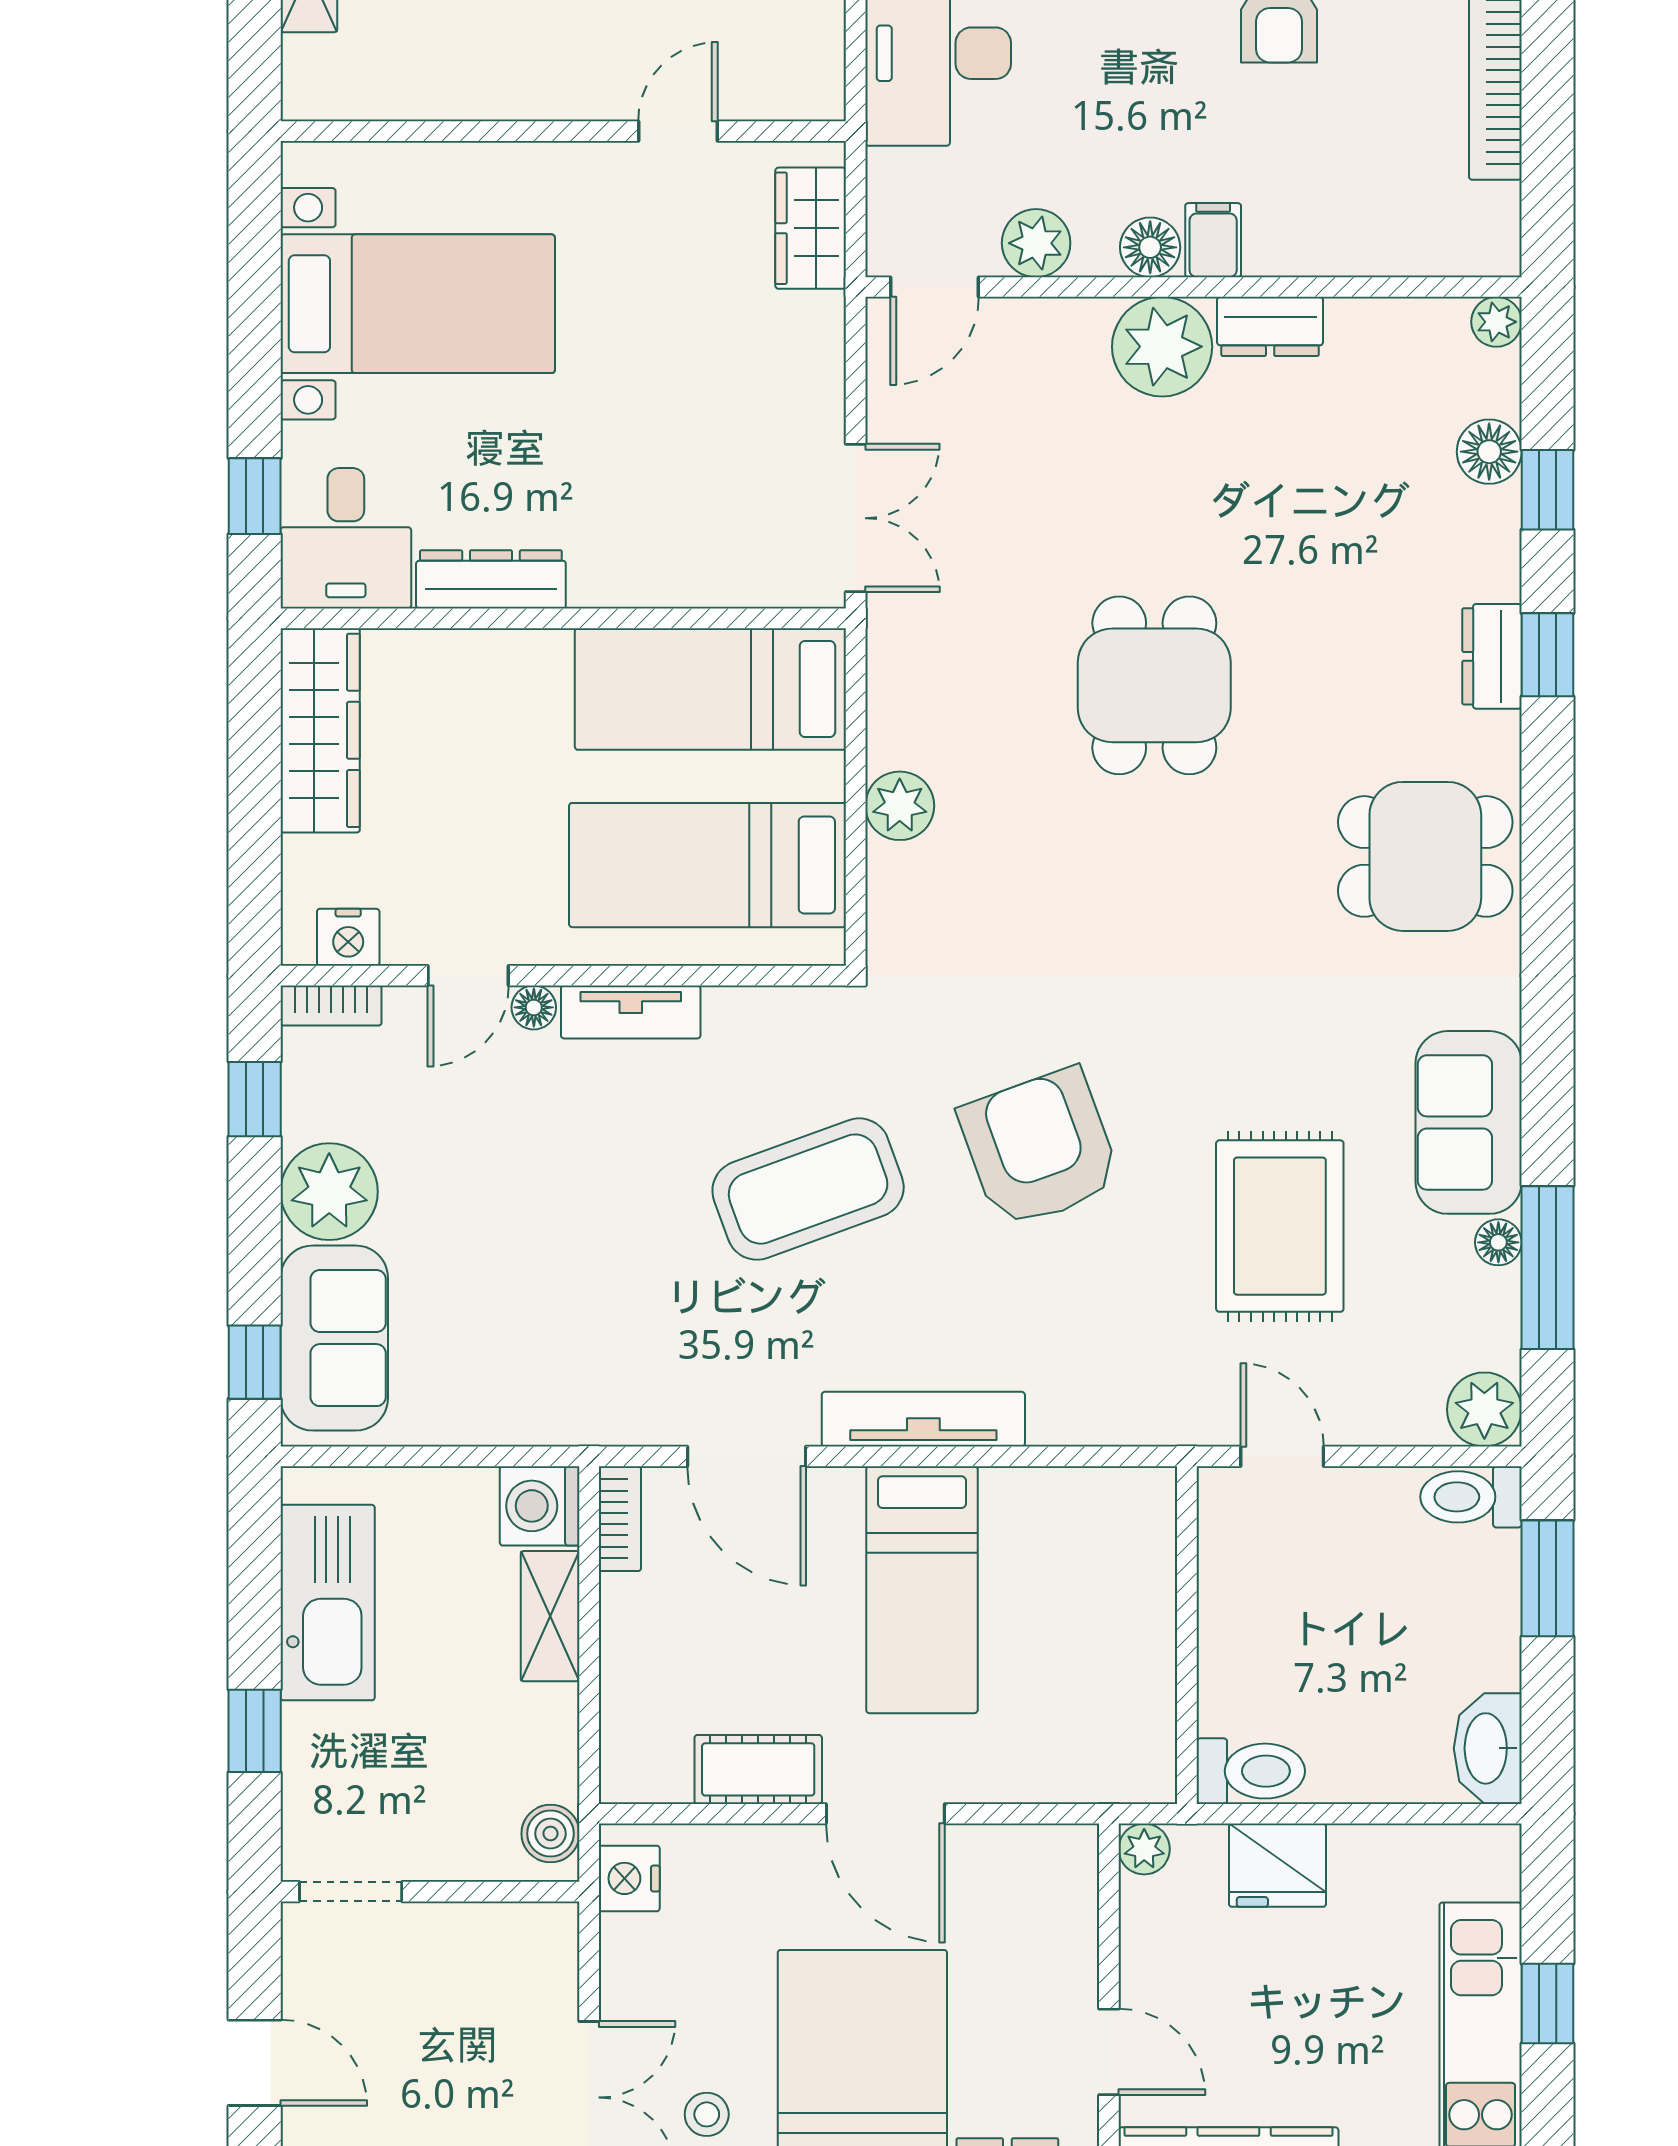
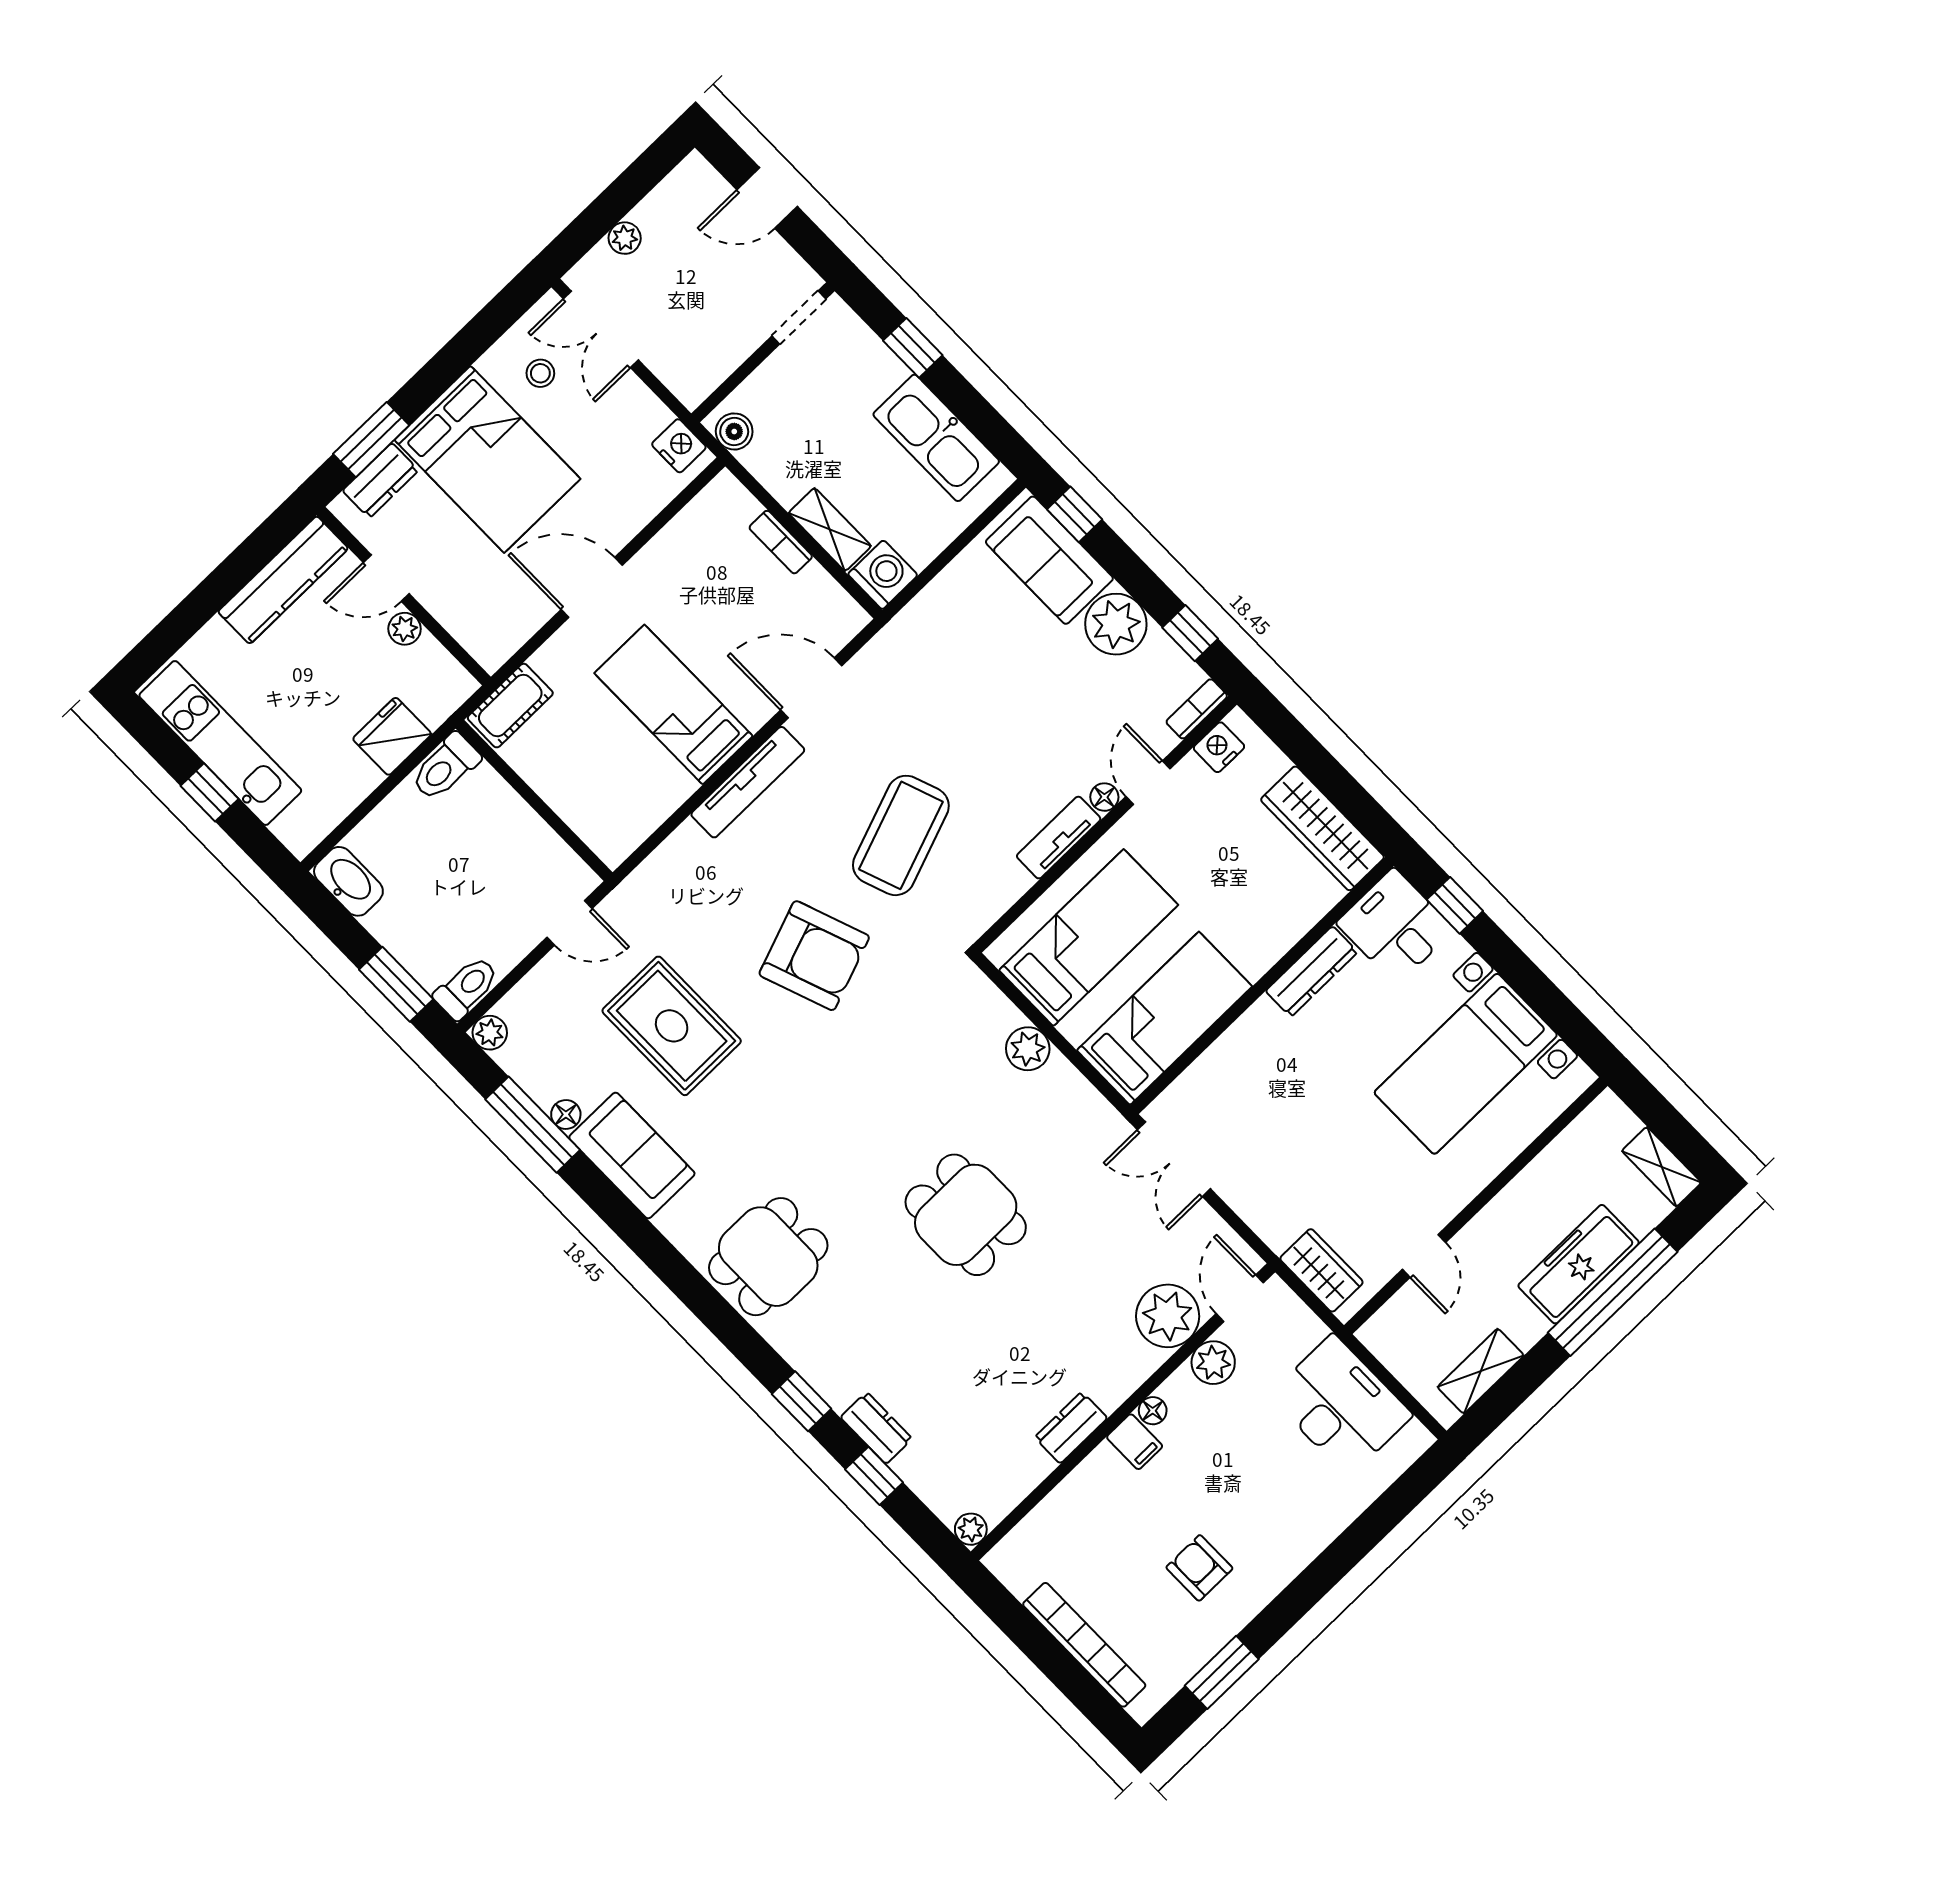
floor lamp: (1150, 247) -> (1153, 1411), width x0.73, depth x0.73
plant: (1162, 347) -> (1168, 1316), moved
floor lamp: (1489, 452) -> (917, 1467), removed
dresser: (1492, 656) -> (876, 1428), moved
plant: (1484, 1409) -> (490, 1033), width x0.73, depth x0.73
bookcase: (620, 1519) -> (781, 542), moved
cot: (758, 1769) -> (510, 706), moved
plant: (1144, 1849) -> (405, 629), moved

